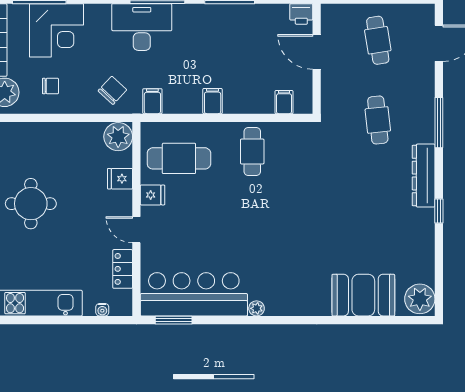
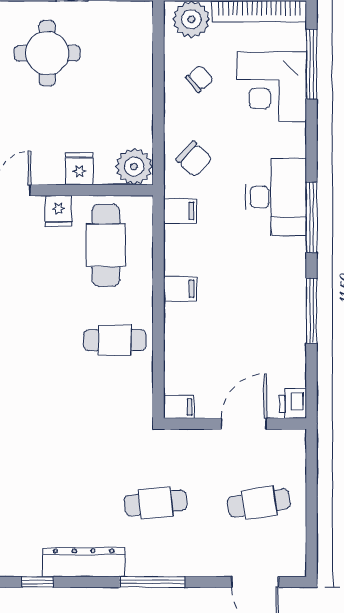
chair: (50, 86) -> (200, 79), turned -130
filing cabinet: (284, 102) -> (179, 407), moved

